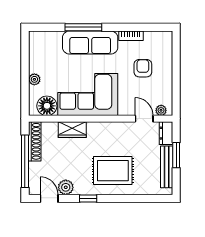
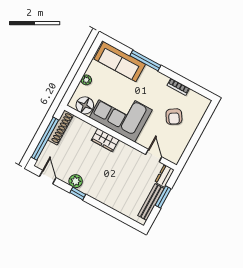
sofa: (90, 43) -> (120, 62), moved
armchair: (143, 68) -> (174, 117), turned 148
plant: (161, 110) -> (170, 156), removed
wardrobe: (72, 130) -> (105, 140), moved
rug: (113, 171) -> (108, 182), removed
plant: (66, 187) -> (76, 181), moved

